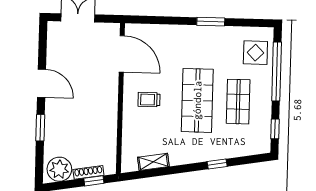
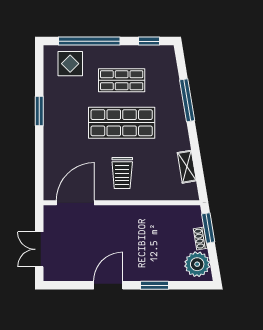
trolley: (149, 100) -> (122, 173), width x1.36, depth x1.39
window: (217, 164) -> (187, 100), width x2.17
shoe rack: (88, 172) -> (200, 238), width x0.70
window: (94, 181) -> (208, 228), width x1.50

